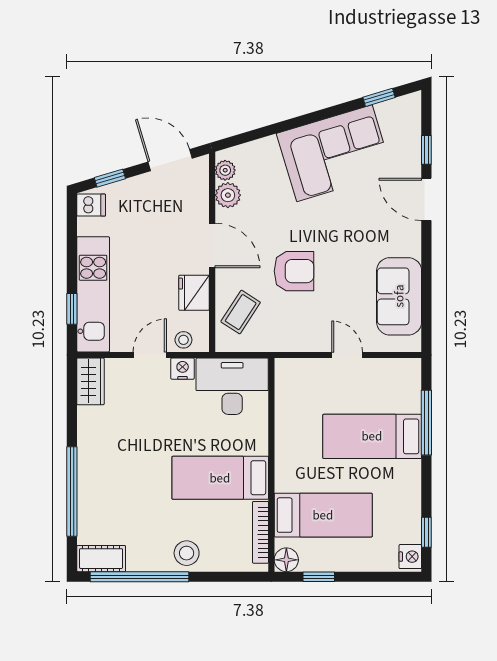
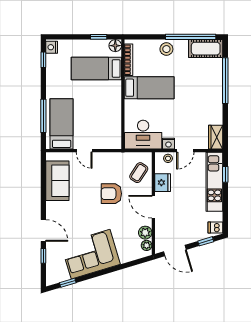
bed: (372, 436) -> (62, 124), moved, turned -90
cot: (101, 559) -> (206, 49), width x1.37, depth x1.34

